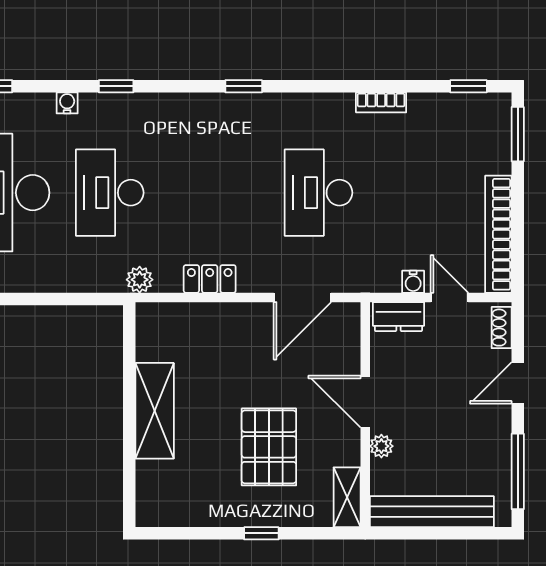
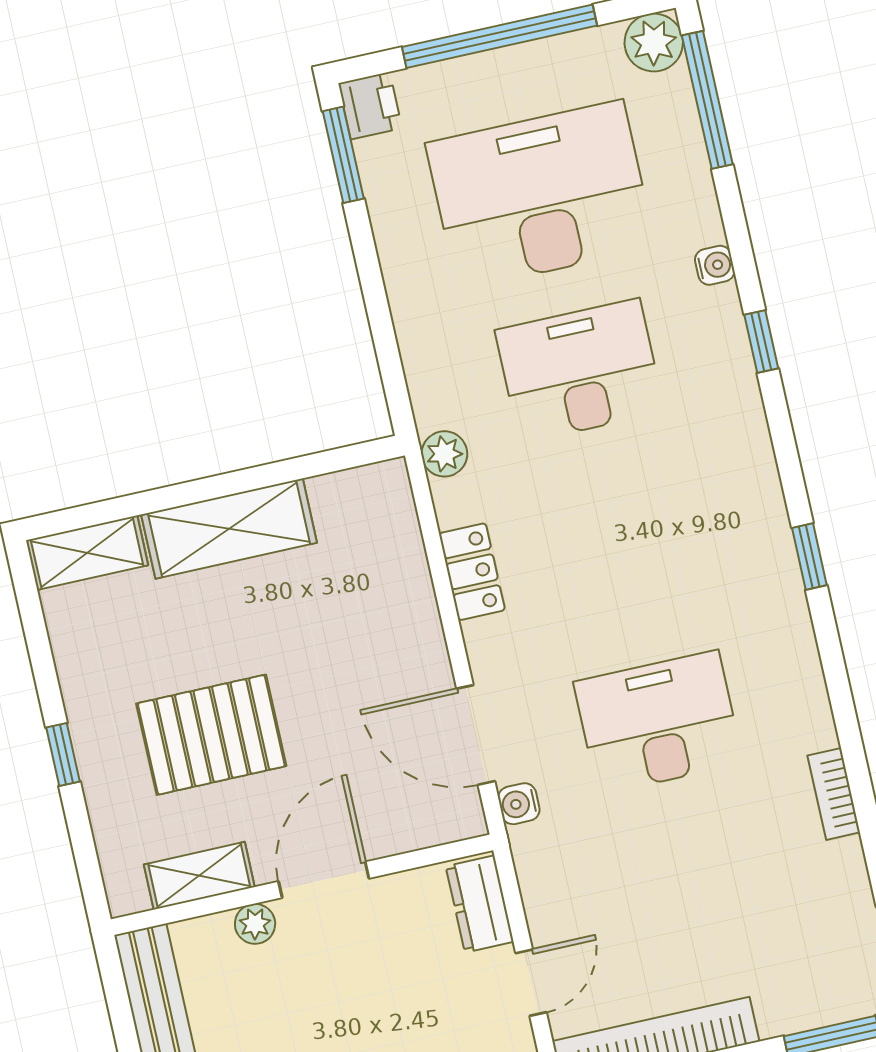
water cooler: (413, 282) -> (519, 804), moved
shelving: (150, 494) -> (87, 553), added
shelving: (347, 497) -> (199, 876), moved

